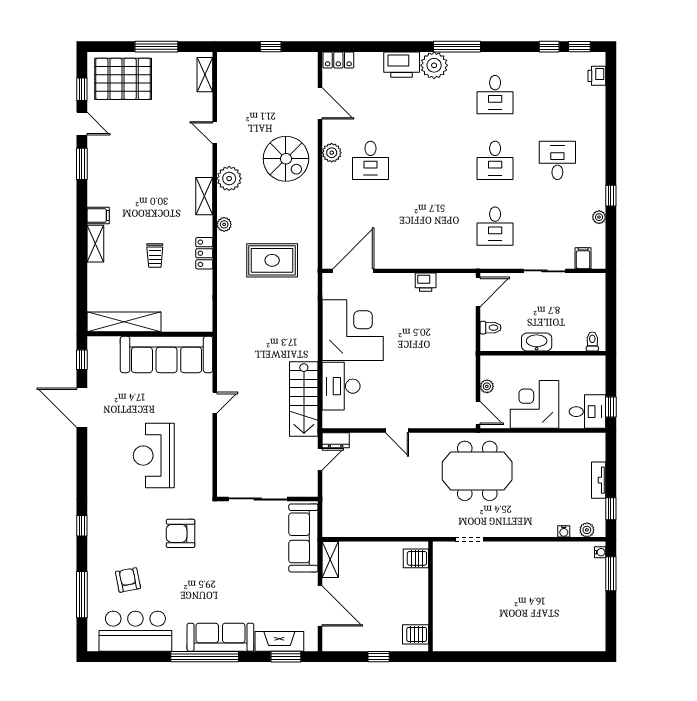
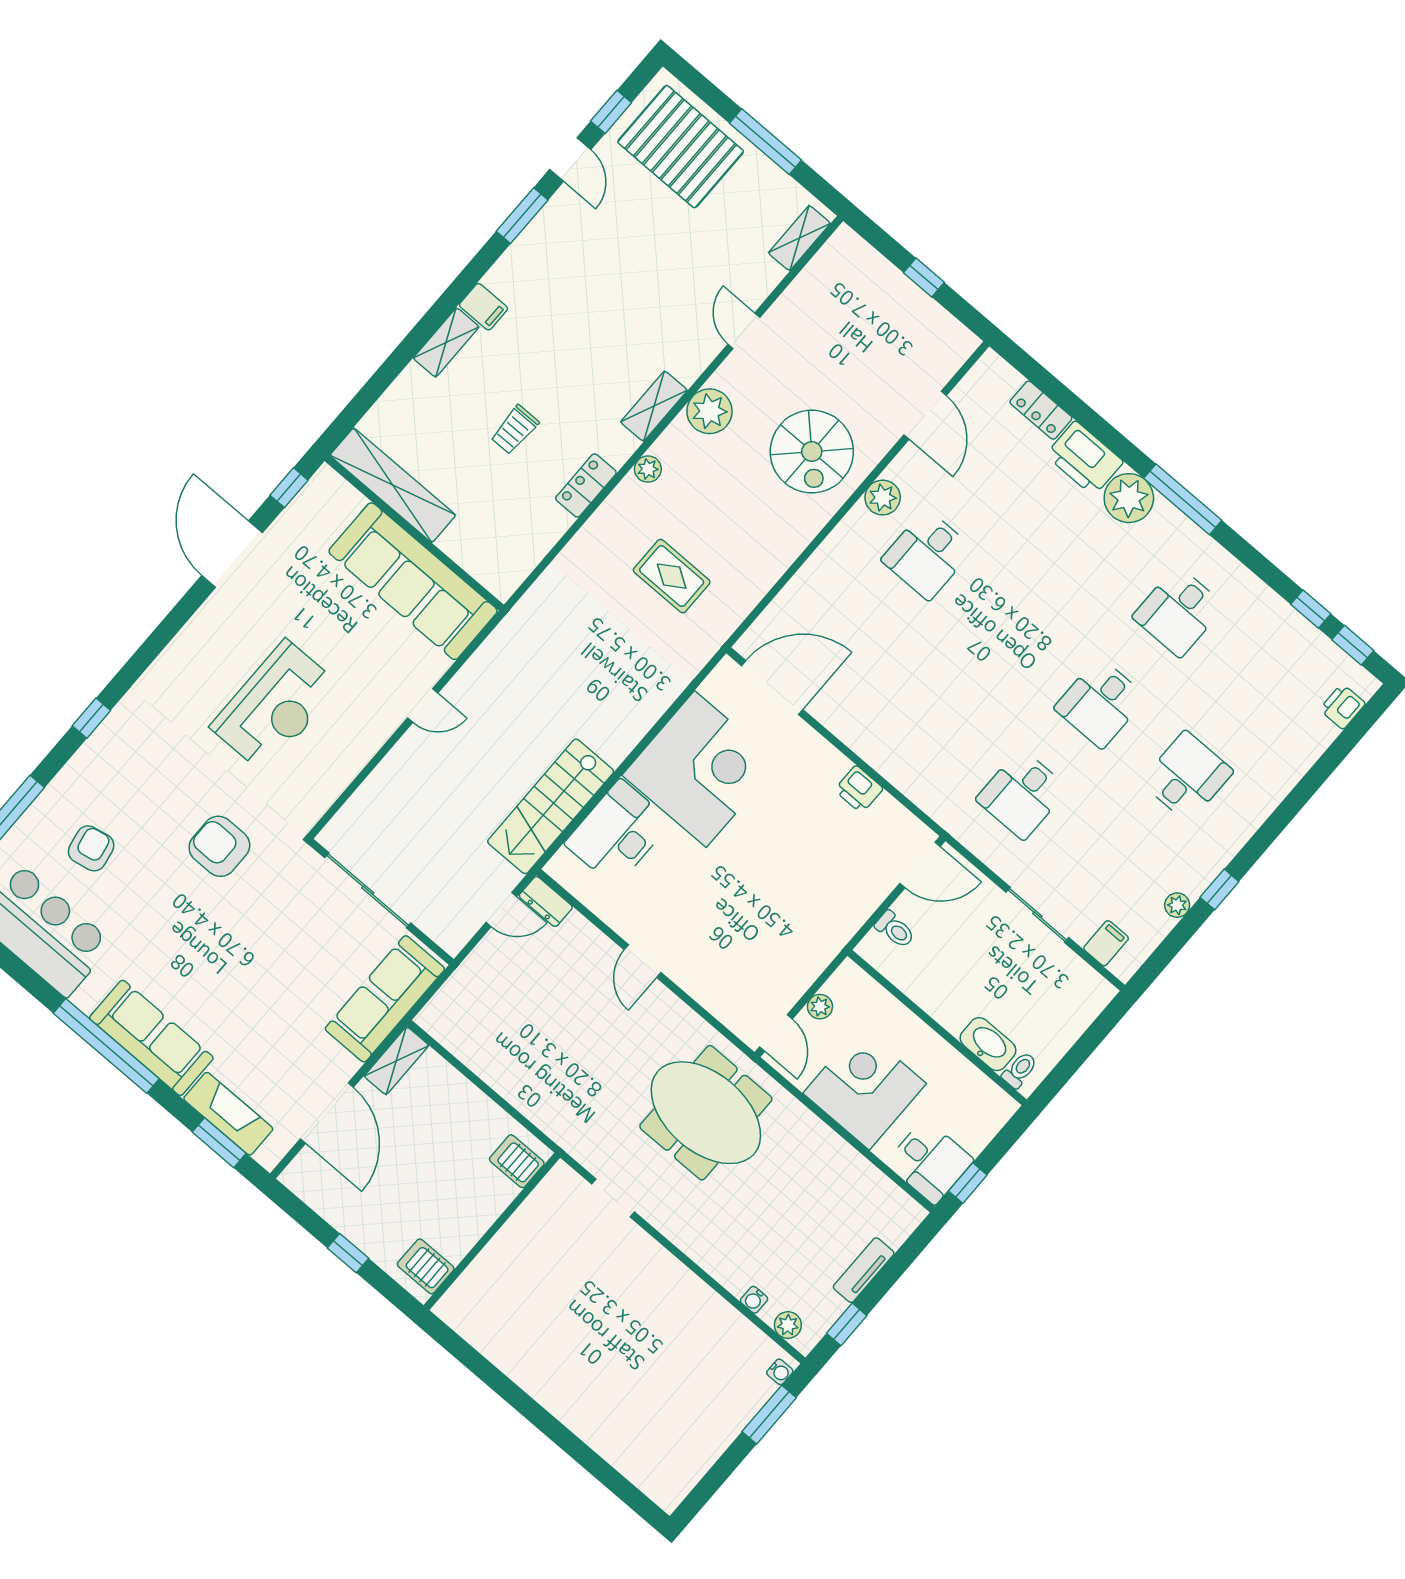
locker: (338, 60) -> (1041, 410), moved
rug: (272, 260) -> (672, 576), width x0.73, depth x0.70
washbasin: (537, 342) -> (988, 1044), moved
reception desk: (154, 456) -> (275, 706), turned 180

